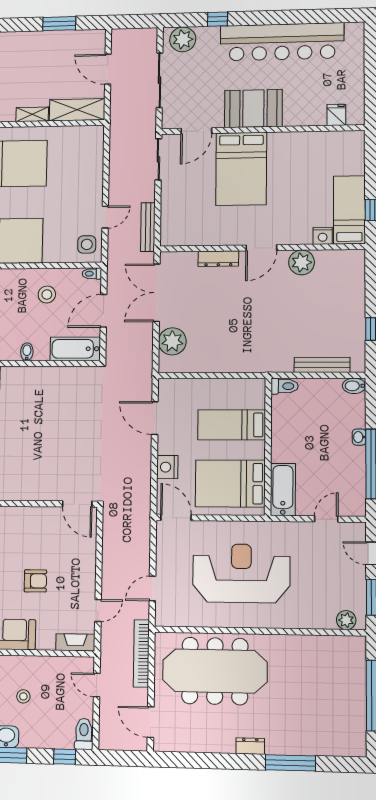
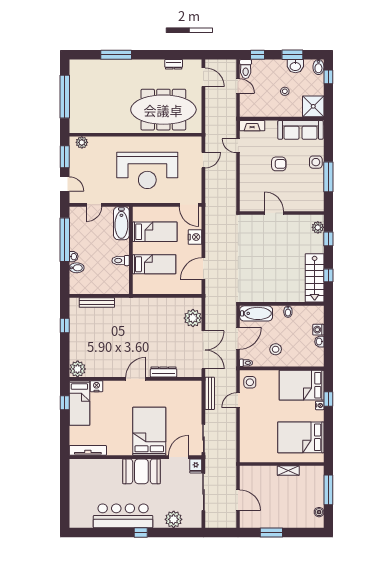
window: (218, 19) -> (141, 532), moved
plant: (183, 39) -> (174, 519), moved
bar counter: (282, 42) -> (123, 516), width x0.73
shelving: (77, 110) -> (258, 473), removed
fridge: (336, 115) -> (196, 466), moved
tv unit: (336, 138) -> (88, 450), added
plant: (302, 262) -> (78, 369), moved
toilet: (284, 386) -> (121, 261), moved
bidet: (354, 386) -> (77, 268), moved
door: (155, 418) -> (203, 268), swing flipped
bed: (230, 484) -> (155, 232), width x0.67
door: (77, 504) -> (274, 213), moved
armchair: (35, 581) -> (279, 164), turned 180
door: (98, 611) -> (238, 146), hinge flipped
bookcase: (141, 653) -> (210, 120), removed
door: (97, 685) -> (238, 86), moved
dresser: (250, 746) -> (174, 64), moved

